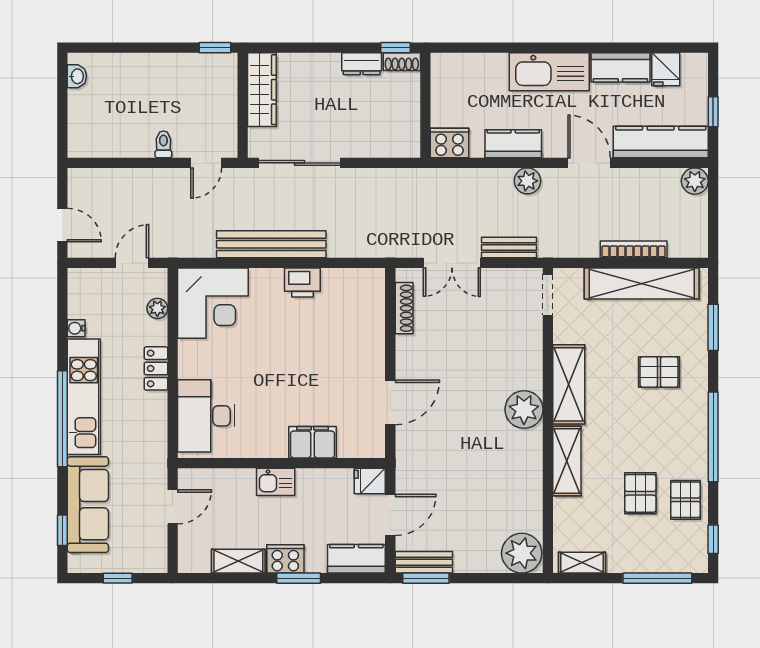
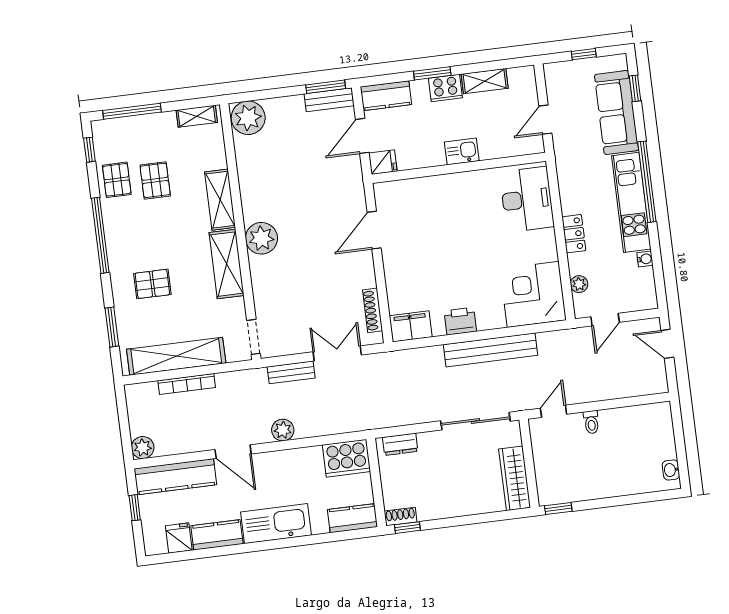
dresser: (362, 64) -> (400, 444), moved, turned 180
cooker: (449, 143) -> (346, 458), width x1.37, depth x1.31
kitchen counter: (513, 144) -> (353, 518), moved, turned 180
filing cabinet: (313, 442) -> (411, 326), moved, turned 180

